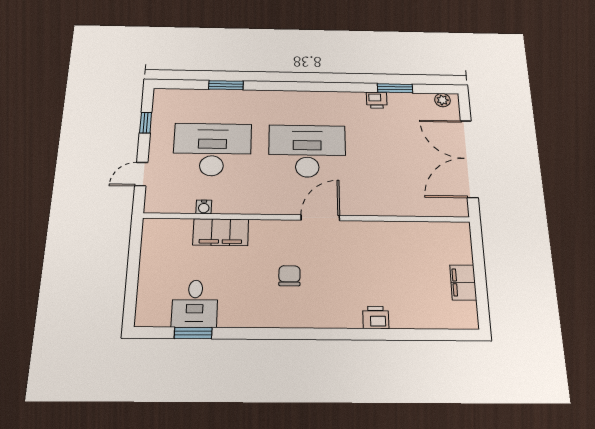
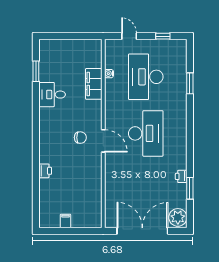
plant: (442, 100) -> (178, 217), width x1.88, depth x1.88
desk: (212, 149) -> (146, 77), turned 180
chair: (289, 276) -> (80, 138), moved
filing cabinet: (463, 282) -> (66, 221), width x0.50
desk: (195, 304) -> (52, 95), moved

